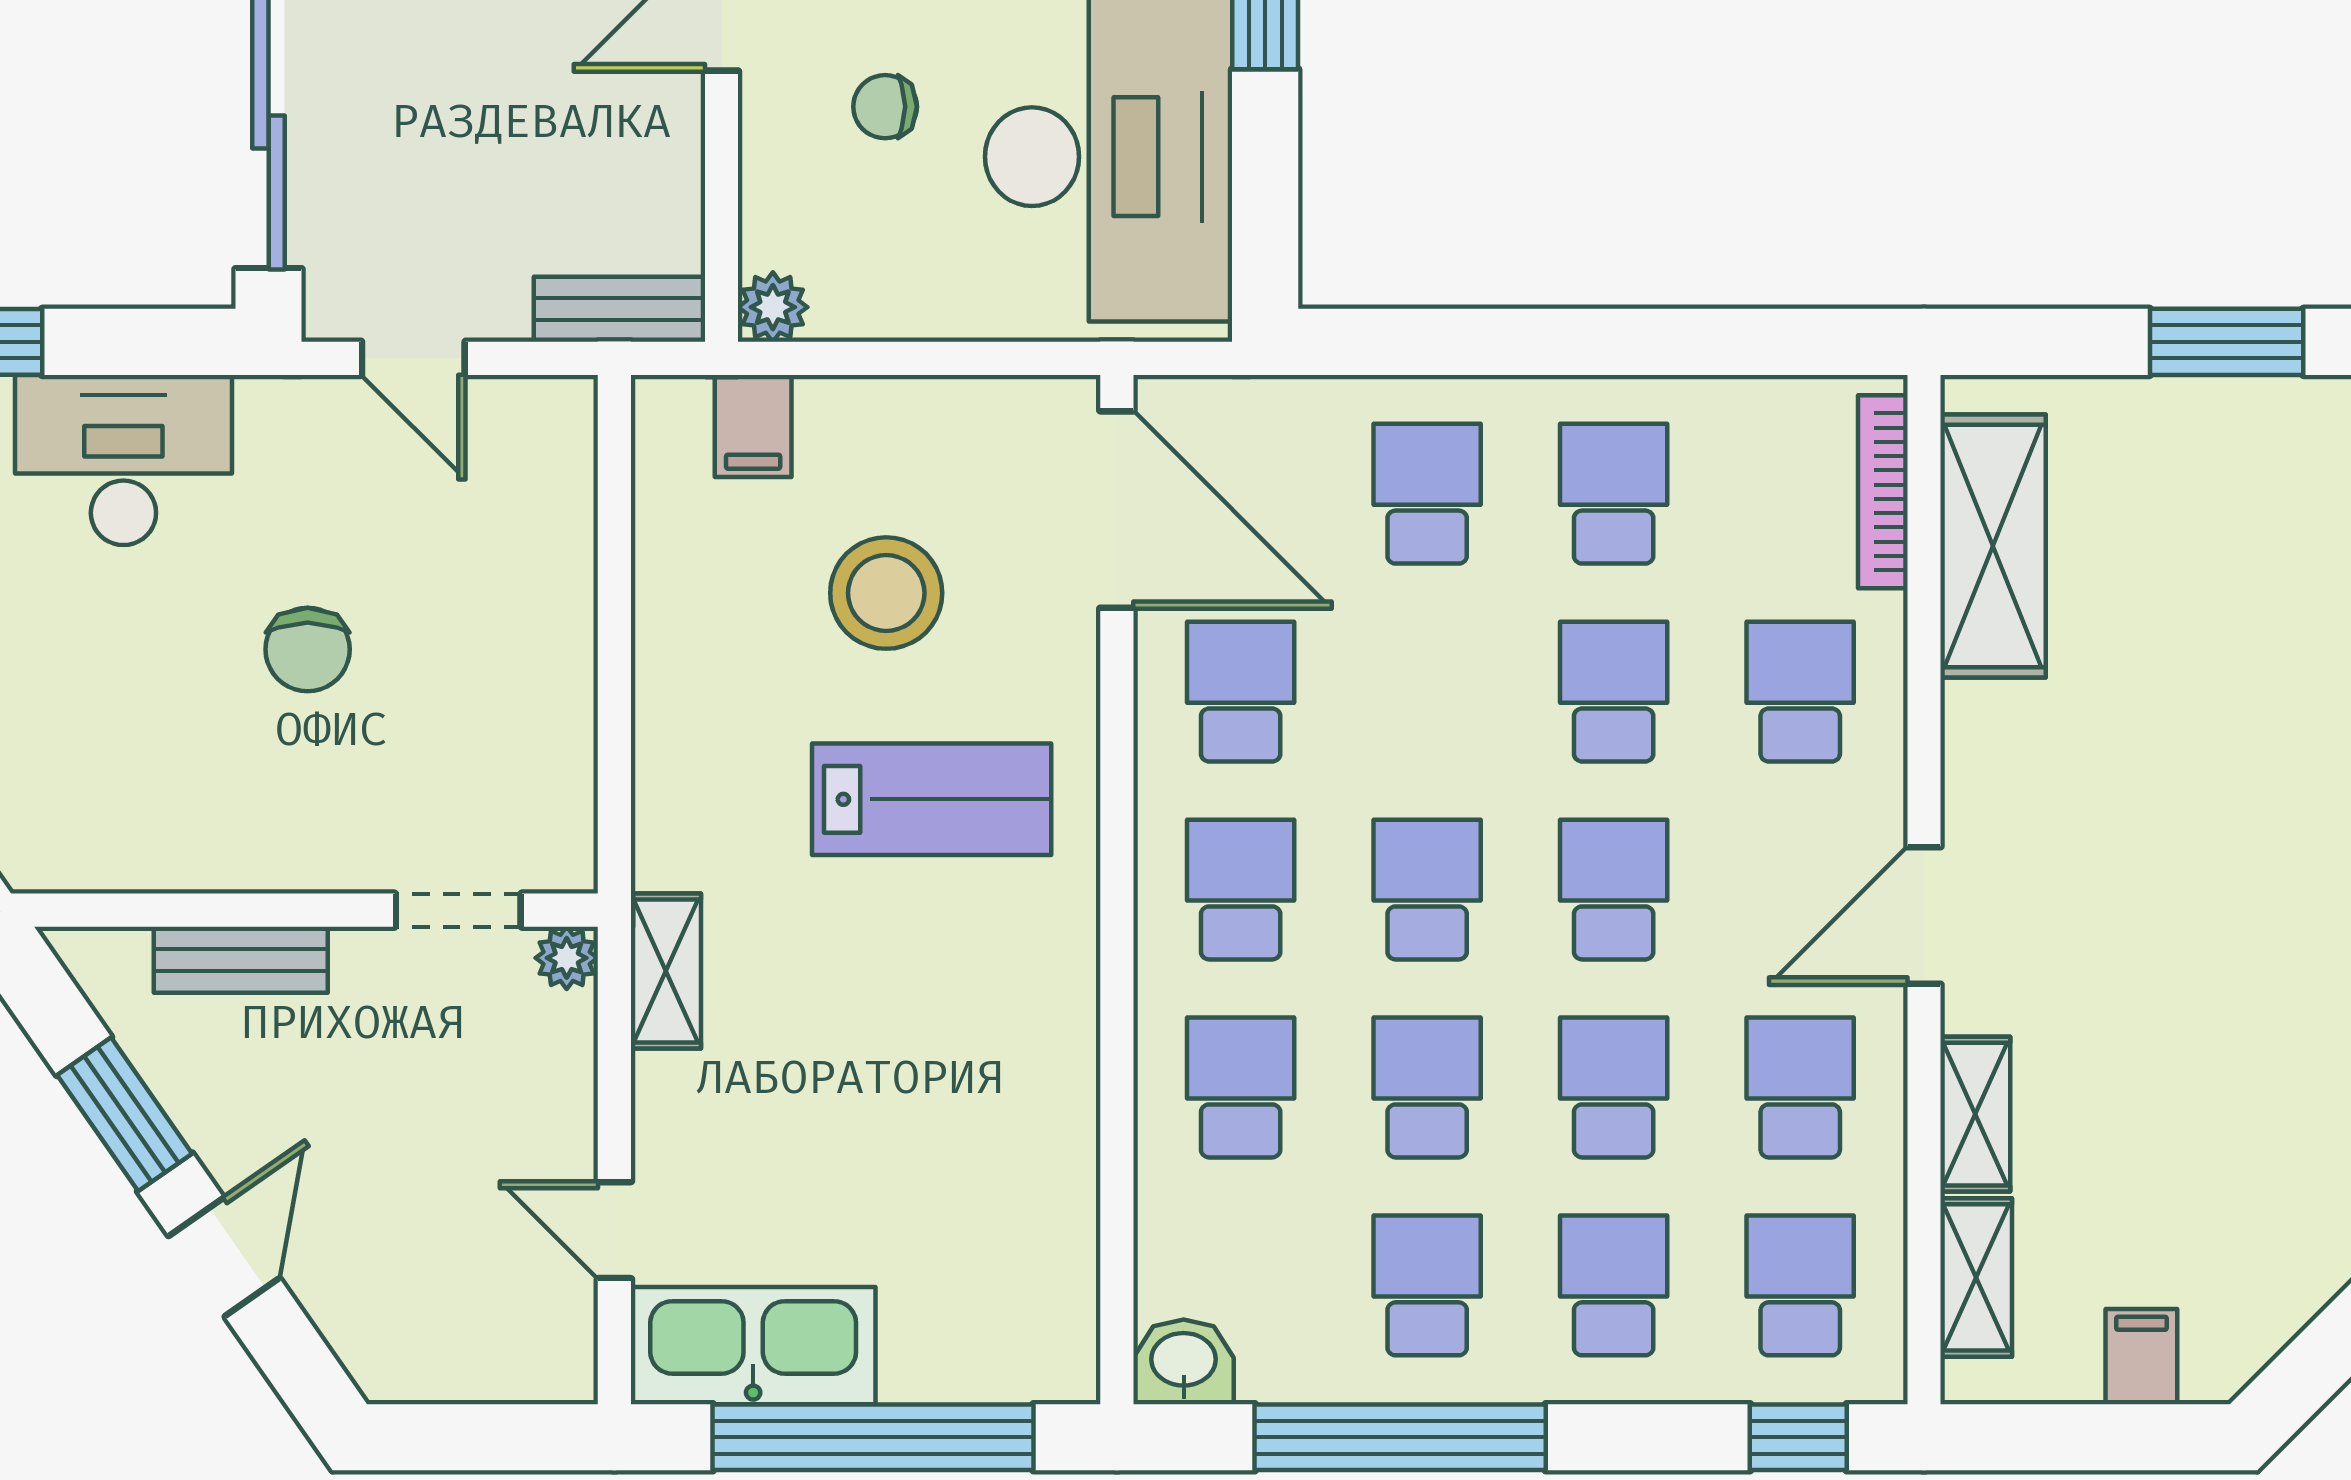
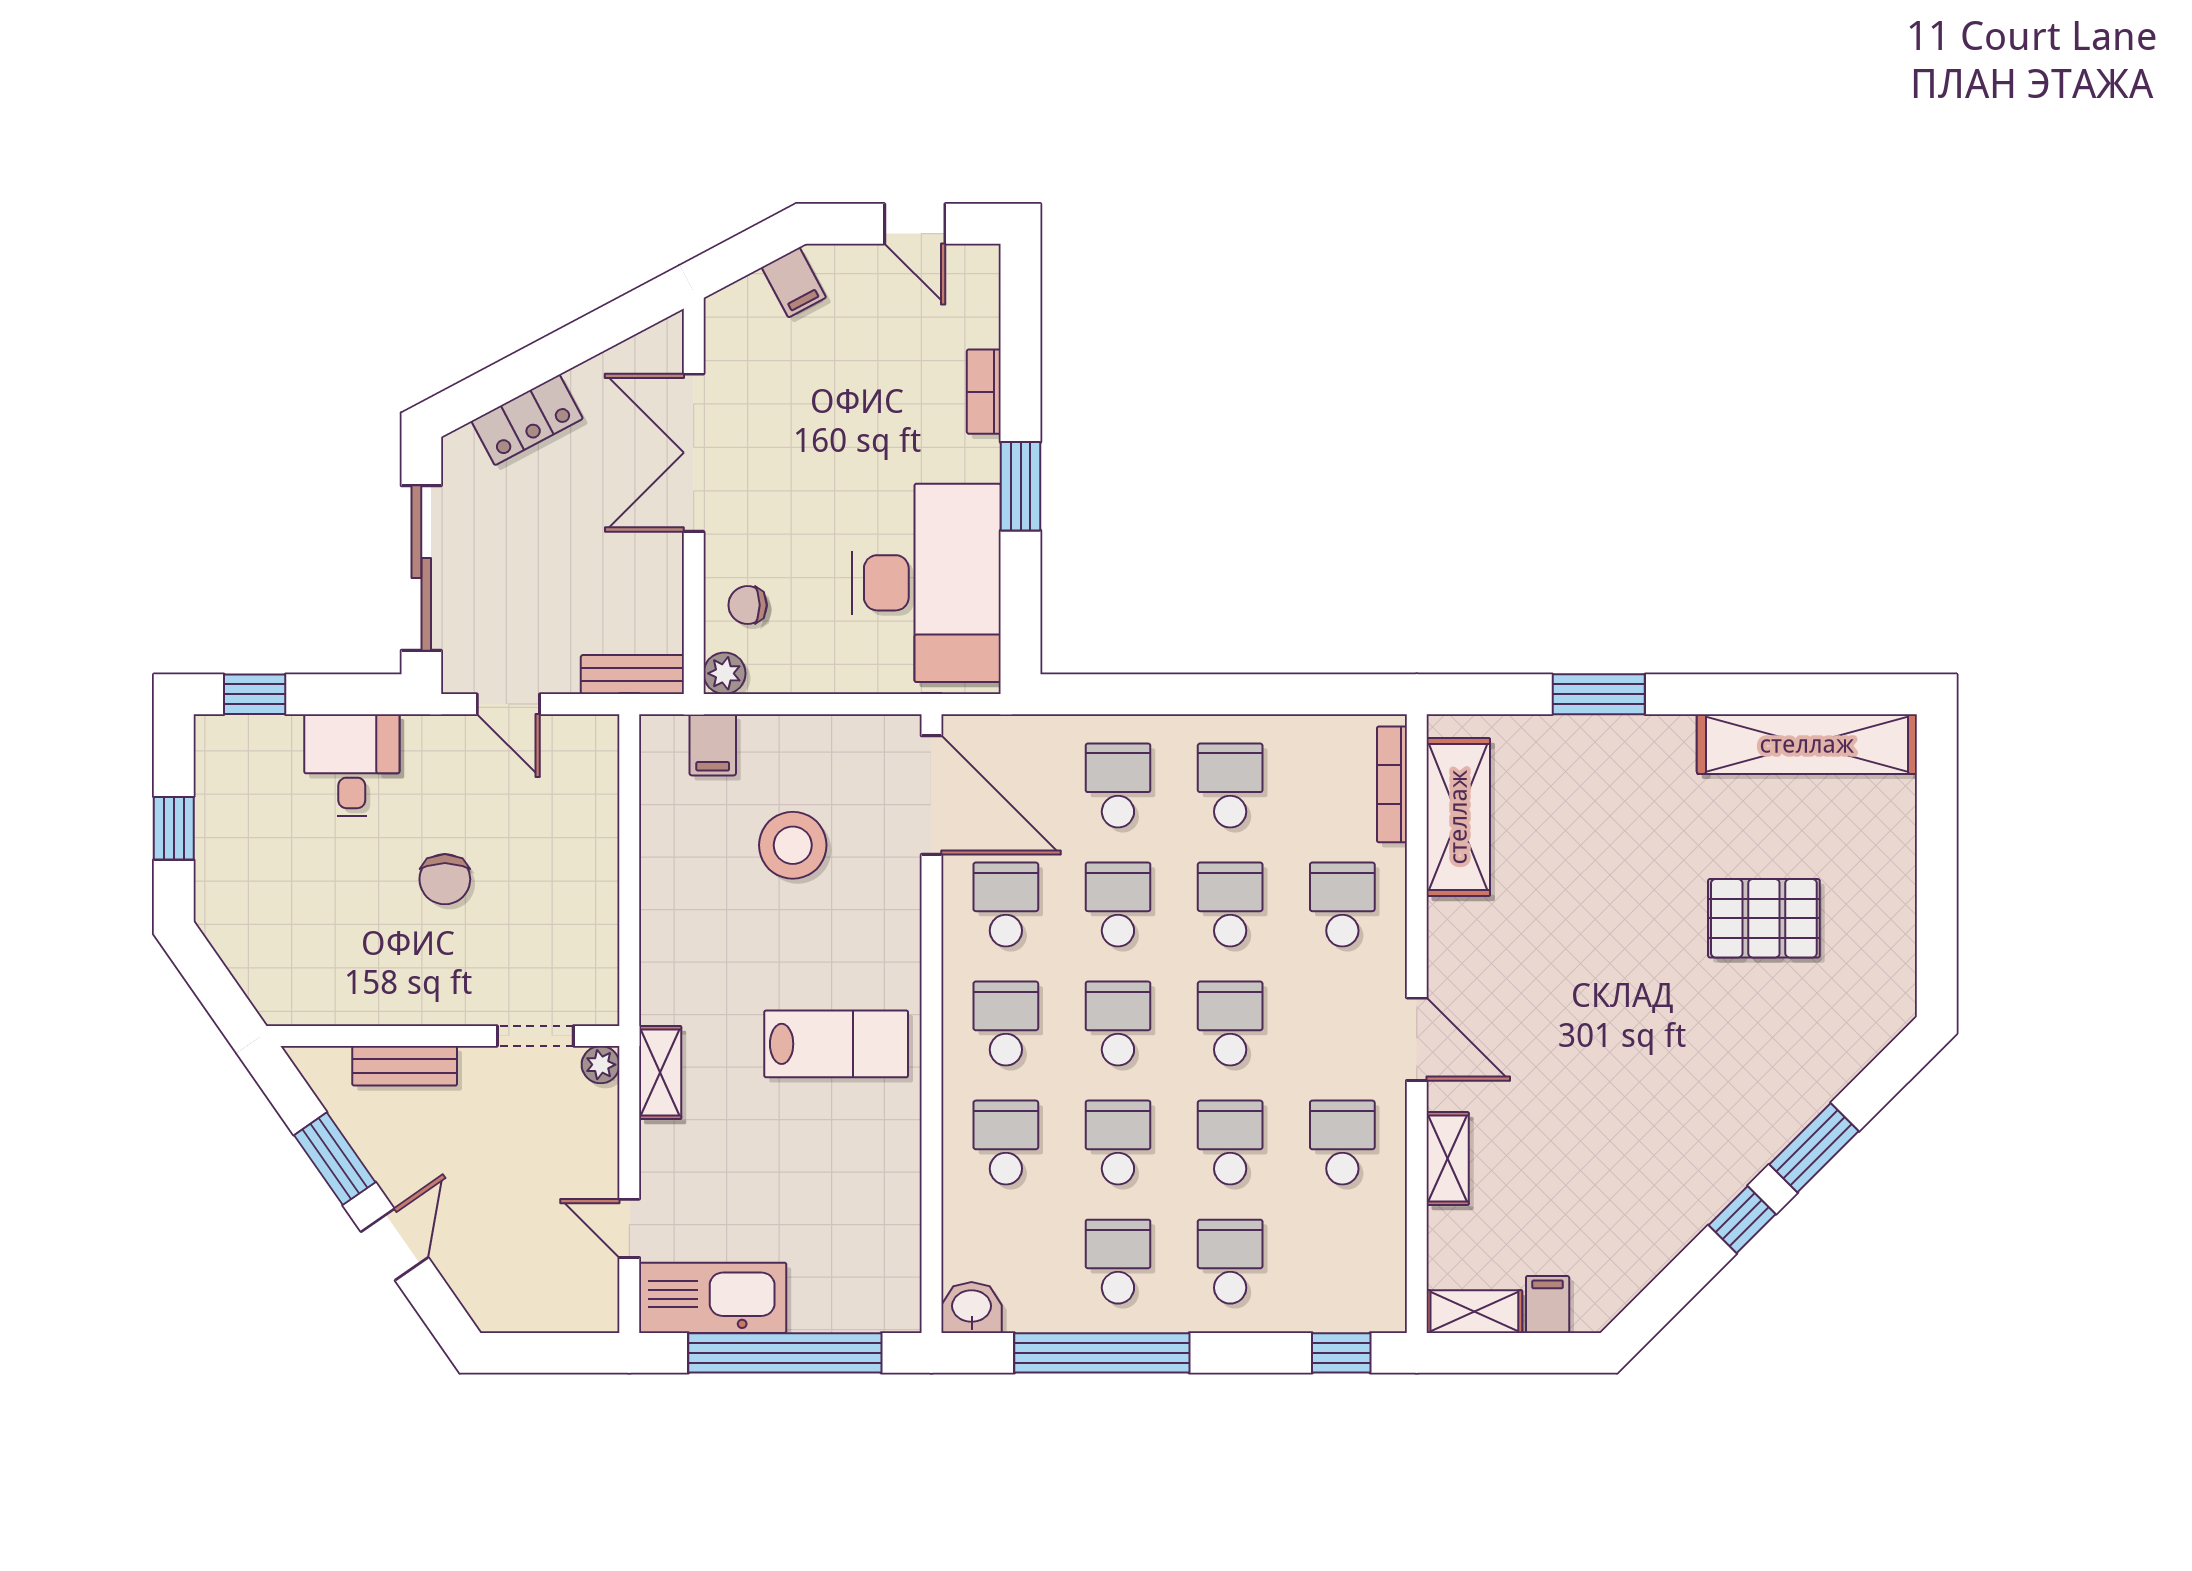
chair: (885, 107) -> (748, 605), moved
desk: (123, 460) -> (352, 765), width x0.73
lab bench: (932, 799) -> (836, 1044), moved
door: (1924, 916) -> (1417, 1039), swing flipped
shelving: (1976, 1277) -> (1474, 1312), moved, turned 90
school desk: (1800, 1285) -> (1118, 905), moved

